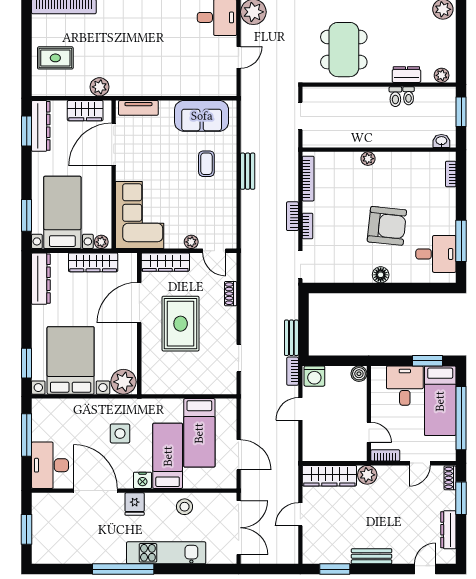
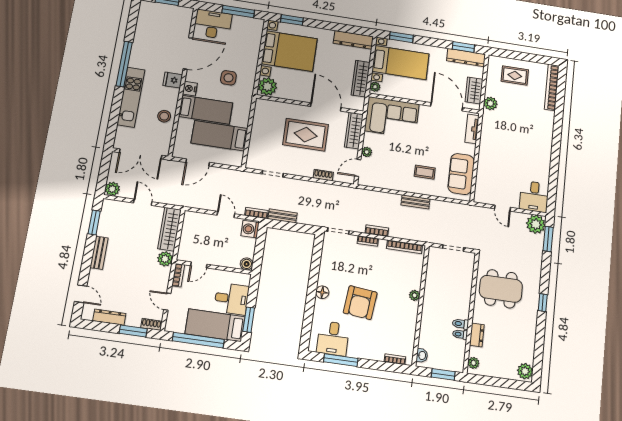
rug: (55, 58) -> (515, 76), turned 90
plant: (289, 555) -> (112, 189), added

